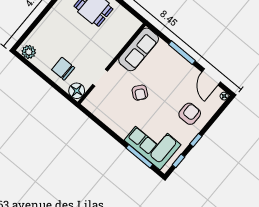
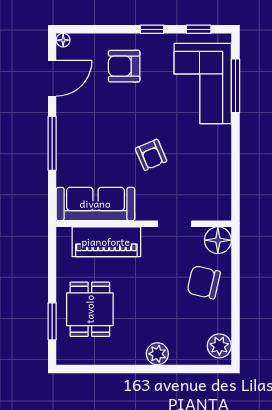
plant: (48, 21) -> (157, 354), added
piano: (118, 40) -> (106, 242), added
chair: (63, 69) -> (204, 282), turned 103
armchair: (140, 93) -> (151, 155), turned 119

